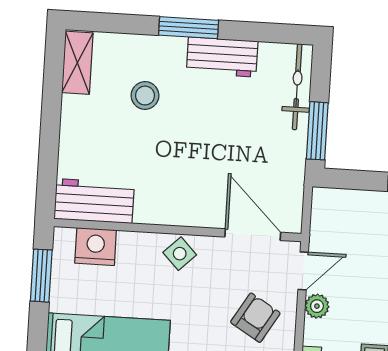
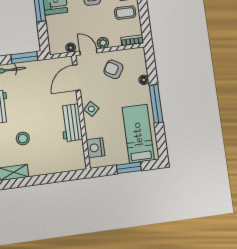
workbench: (94, 201) -> (71, 123), moved
floor lamp: (320, 234) -> (71, 48), added
window: (41, 276) -> (129, 168), moved

